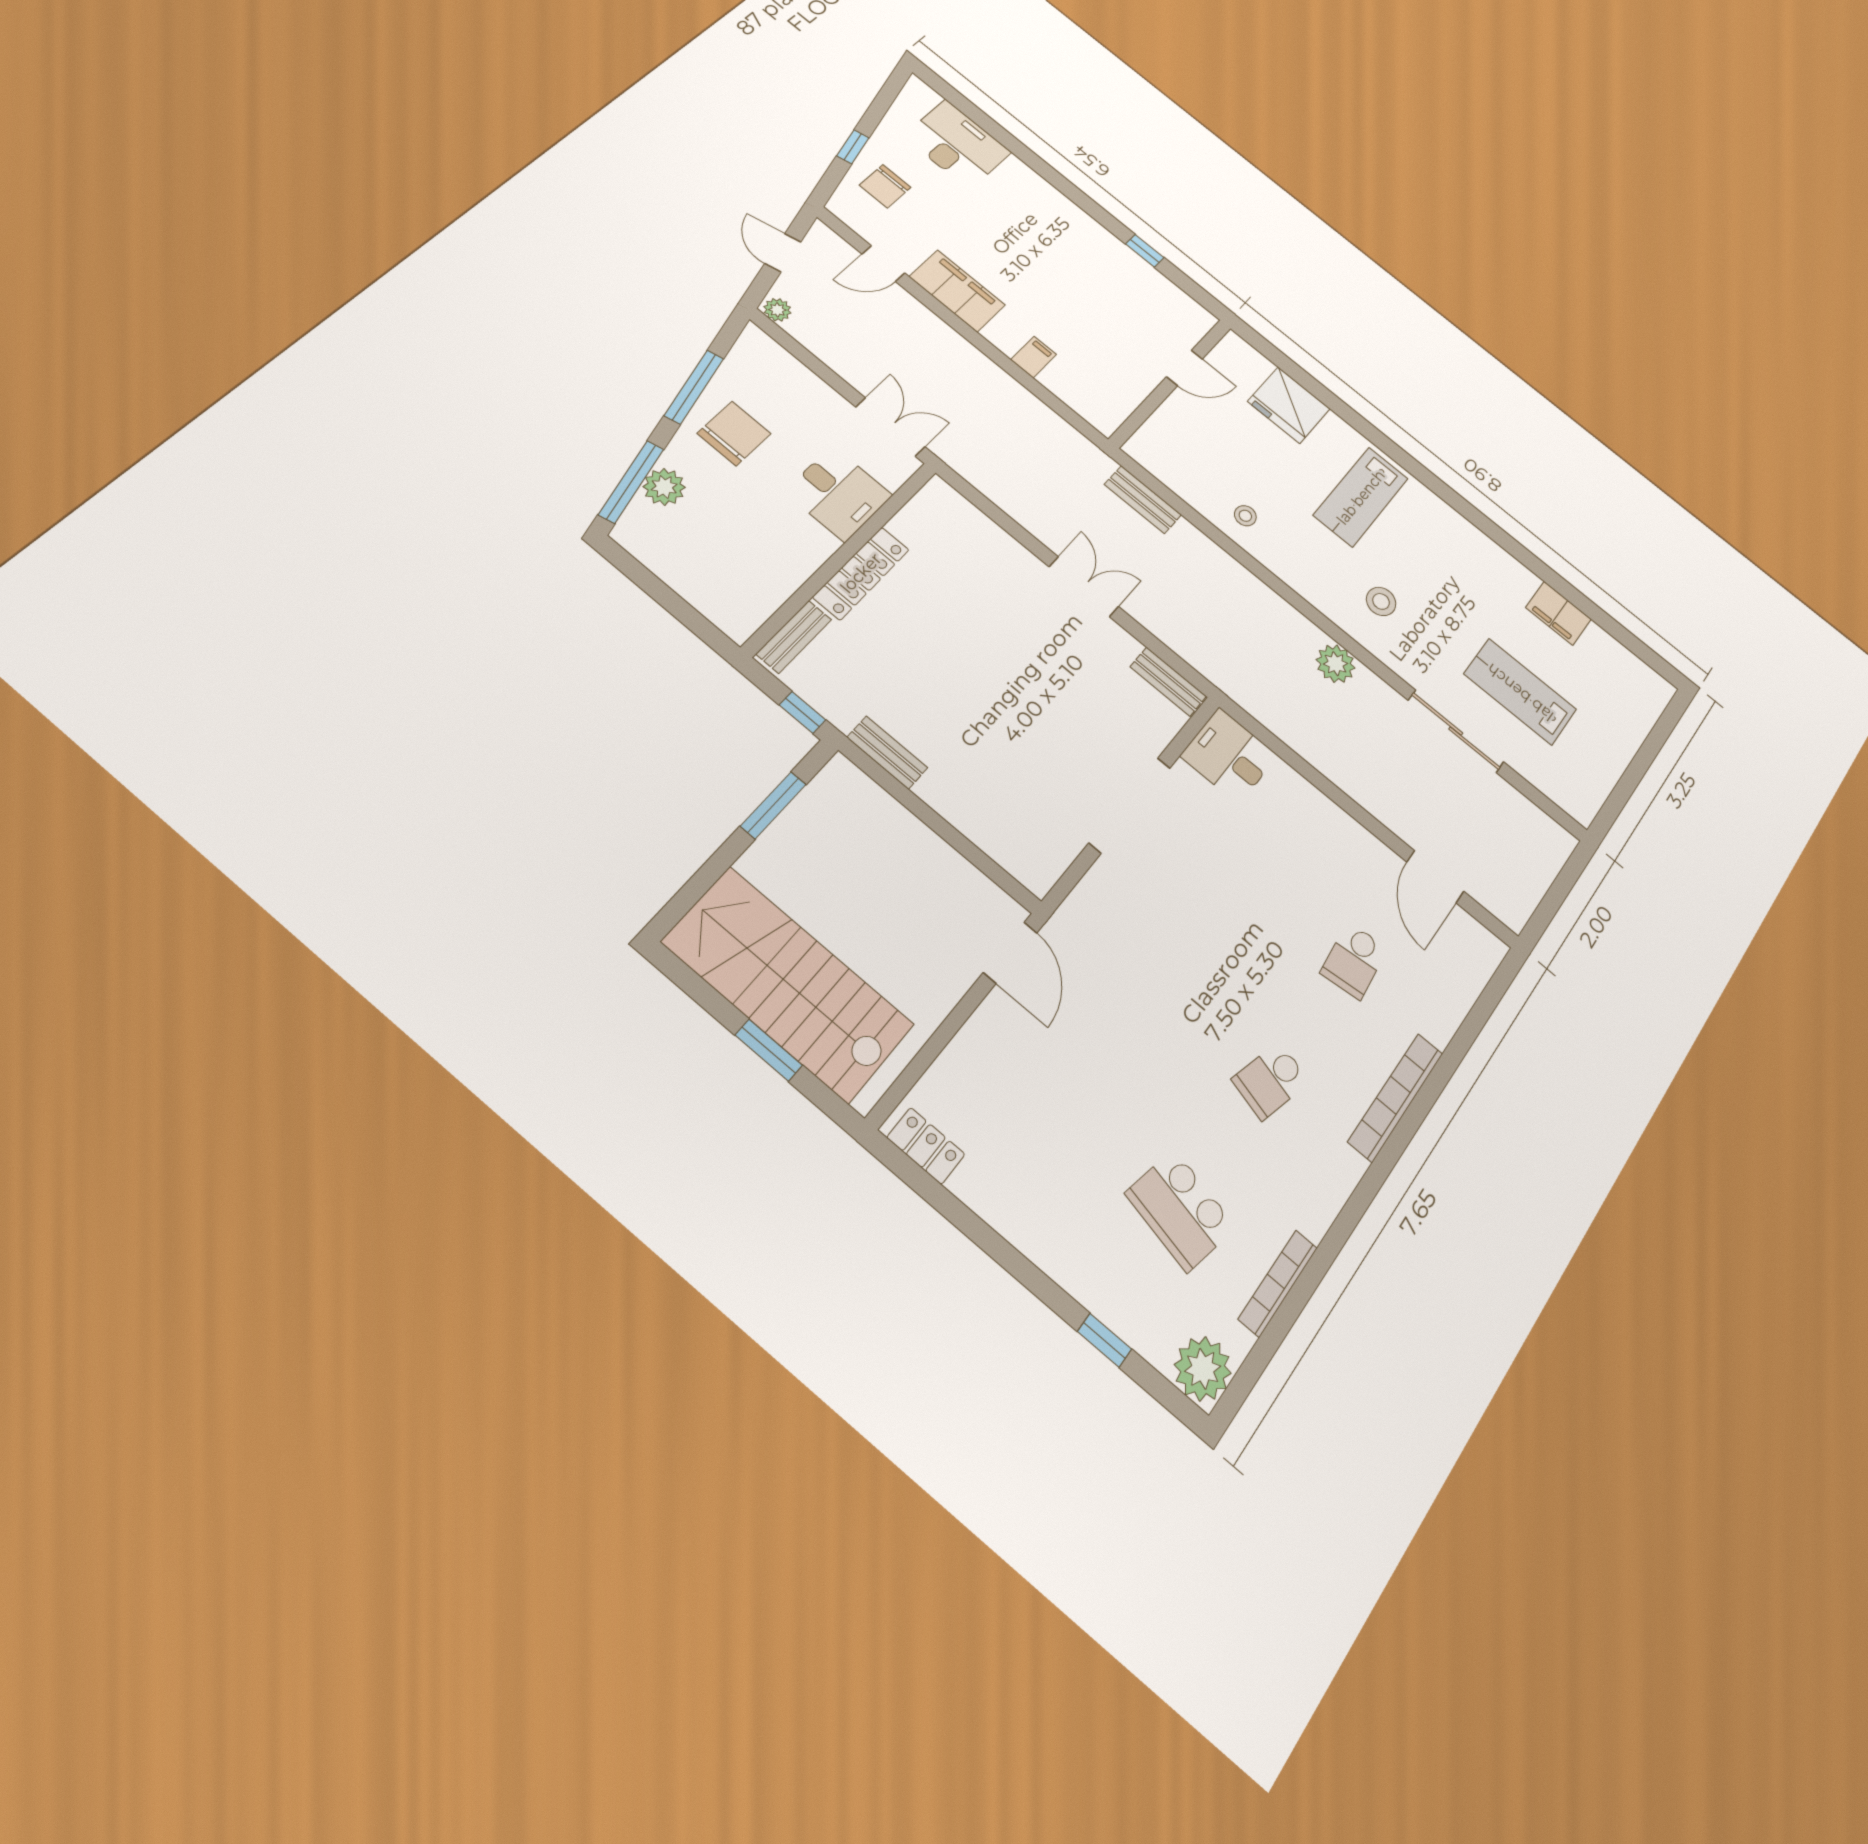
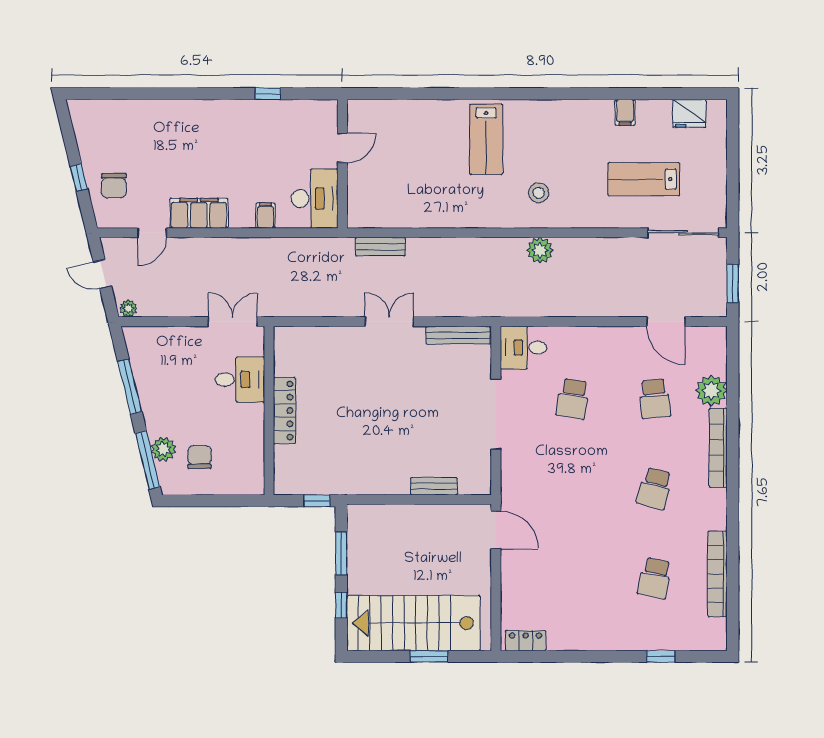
desk: (957, 144) -> (315, 199), moved, turned 90
fridge: (1289, 405) -> (689, 113), moved, width x0.73, depth x0.75
chair: (734, 434) -> (200, 457), moved, width x0.73, depth x0.73
stool: (1245, 516) -> (437, 207), removed
filing cabinet: (1558, 613) -> (625, 112), width x0.50
bench: (794, 637) -> (282, 469), removed
bench: (1168, 682) -> (458, 335), width x1.36
sliding door: (1456, 731) -> (683, 233), moved
bench: (887, 752) -> (434, 486), moved
school desk: (1245, 870) -> (573, 399), added
window: (710, 873) -> (341, 605), added
window: (1552, 901) -> (733, 284), added
school desk: (1180, 1210) -> (655, 578), width x0.54
bookcase: (1278, 1283) -> (717, 574), width x1.48, depth x1.31
plant: (1203, 1369) -> (711, 391), moved

